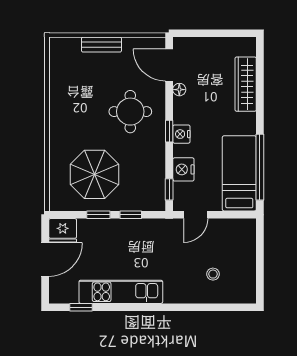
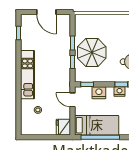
parasol: (95, 174) -> (92, 52), moved
fridge: (63, 230) -> (63, 127), moved
kitchen unit: (121, 292) -> (28, 75), moved

